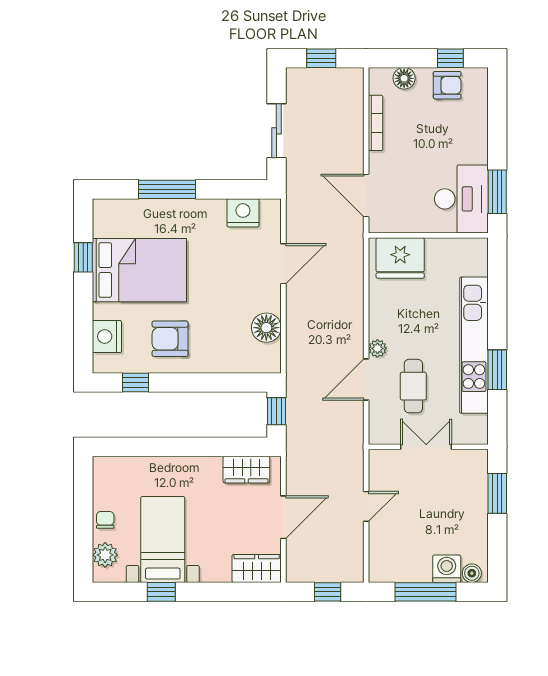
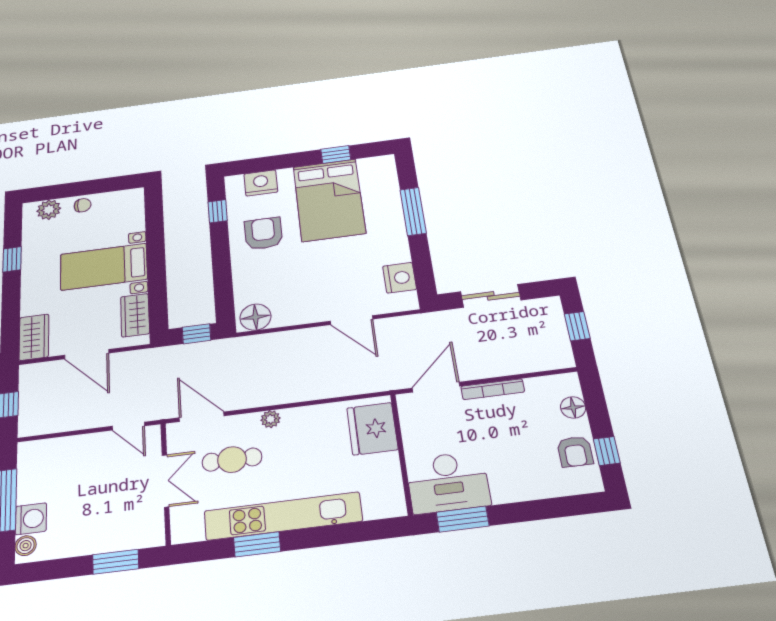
bookcase: (376, 123) -> (493, 389), moved
floor lamp: (266, 328) -> (255, 317), moved
door: (366, 379) -> (202, 417), moved
door: (366, 506) -> (128, 426), moved
bed with nightstands: (163, 539) -> (104, 267), moved, turned 180

